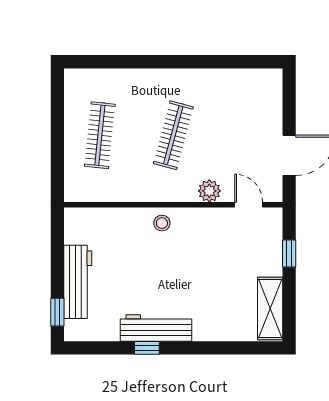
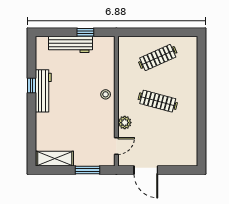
clothes rail: (100, 135) -> (158, 57), turned -30
window: (289, 253) -> (87, 170), width x1.50
window: (57, 312) -> (85, 32), moved

